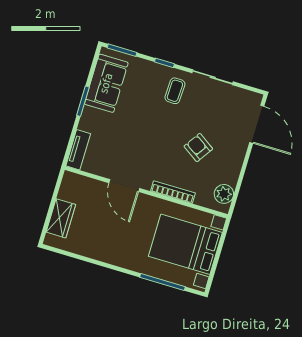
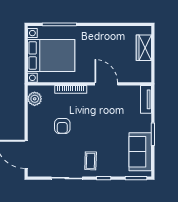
armchair: (198, 147) -> (62, 126), turned 56

